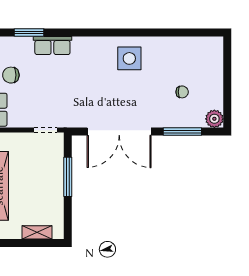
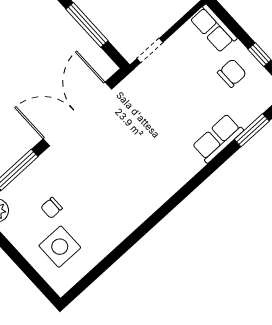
side table: (129, 58) -> (60, 247), moved

